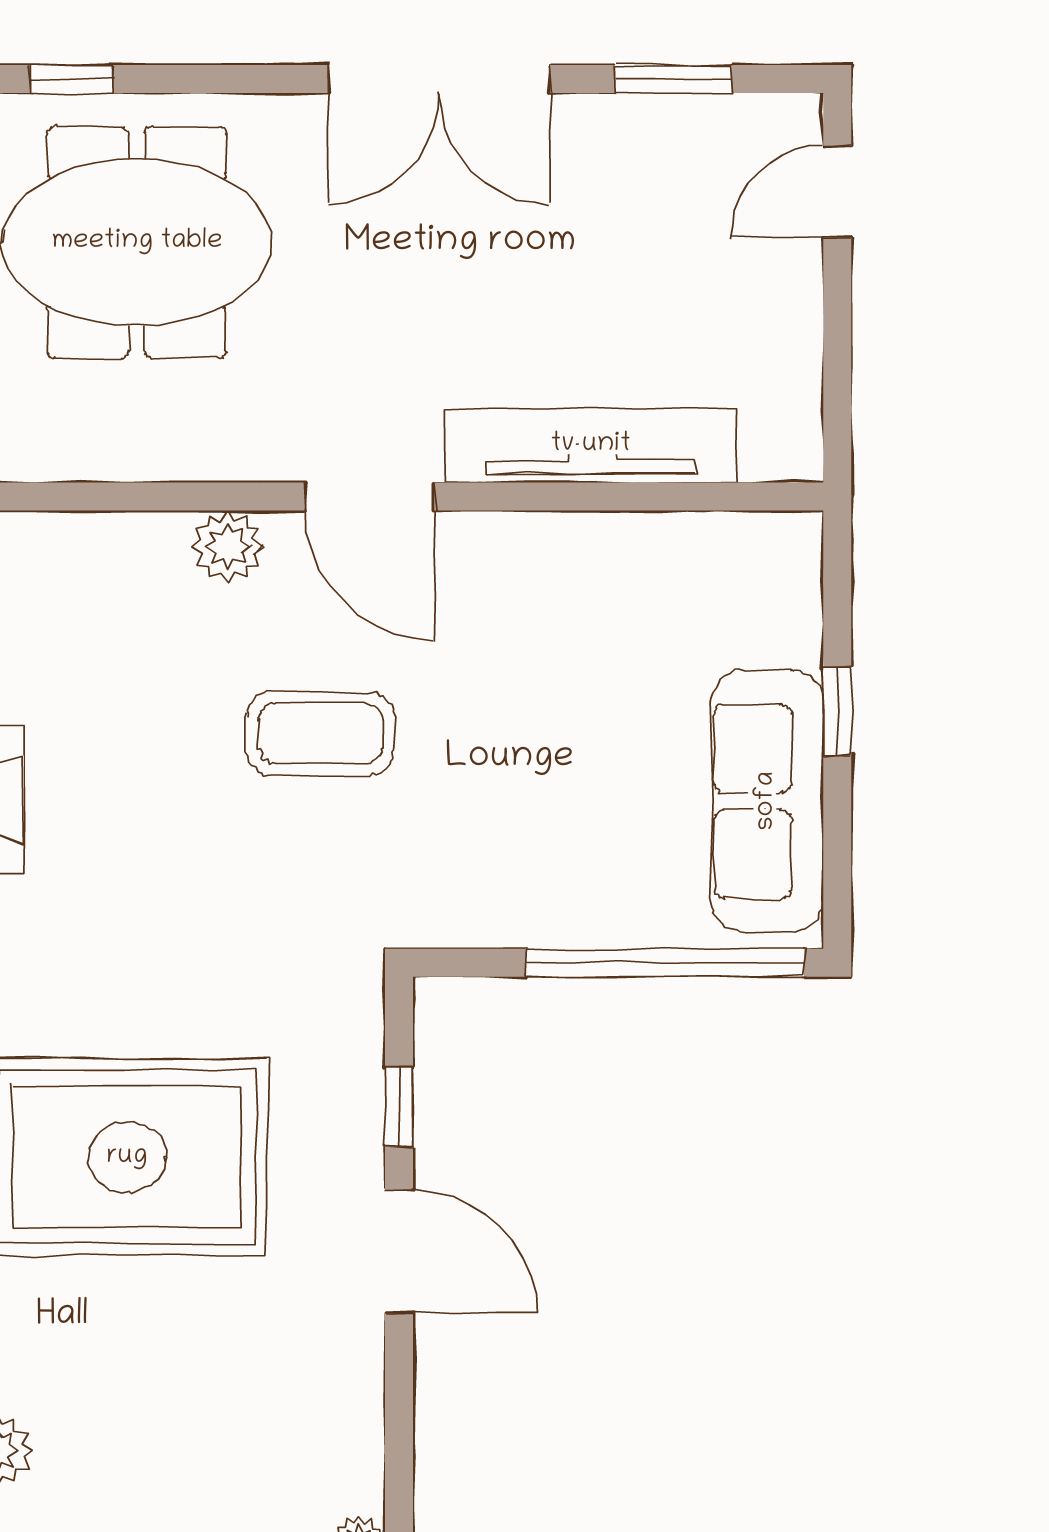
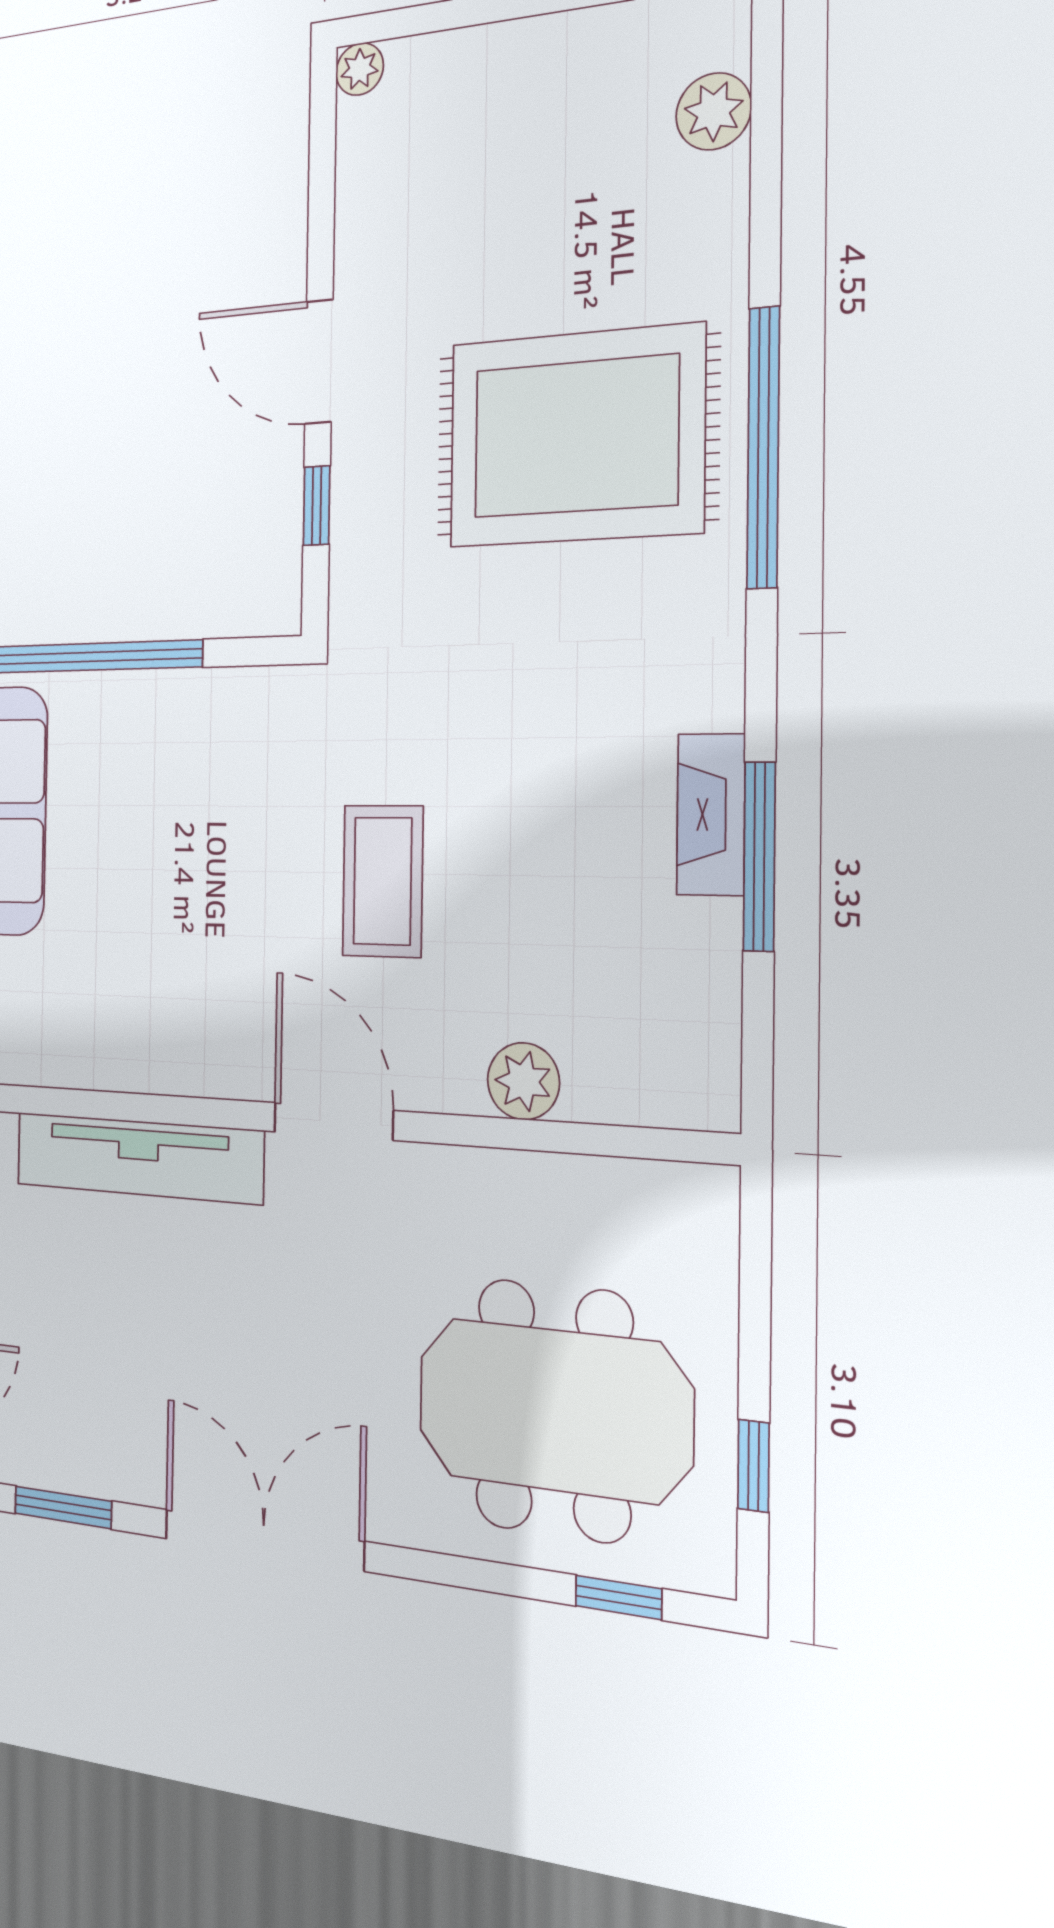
plant: (228, 547) -> (523, 1081), moved
coffee table: (320, 734) -> (383, 881), turned 90

